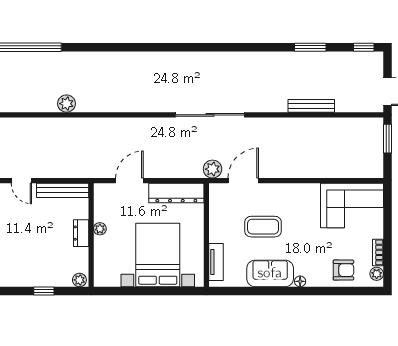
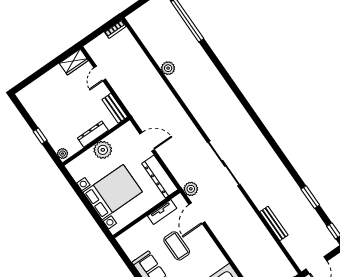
door: (243, 181) -> (197, 213), swing flipped
bench: (63, 190) -> (115, 108), width x0.73
plant: (100, 229) -> (103, 150), width x1.88, depth x1.88
dresser: (81, 233) -> (93, 134), width x1.44
tv unit: (216, 262) -> (162, 212), moved

